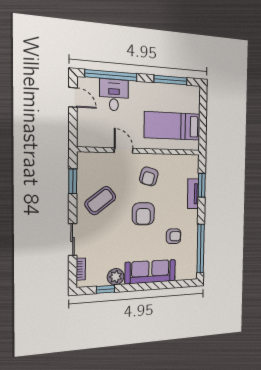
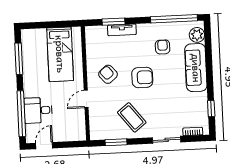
armchair: (149, 176) -> (108, 74), turned -146
plant: (116, 277) -> (197, 35), moved

